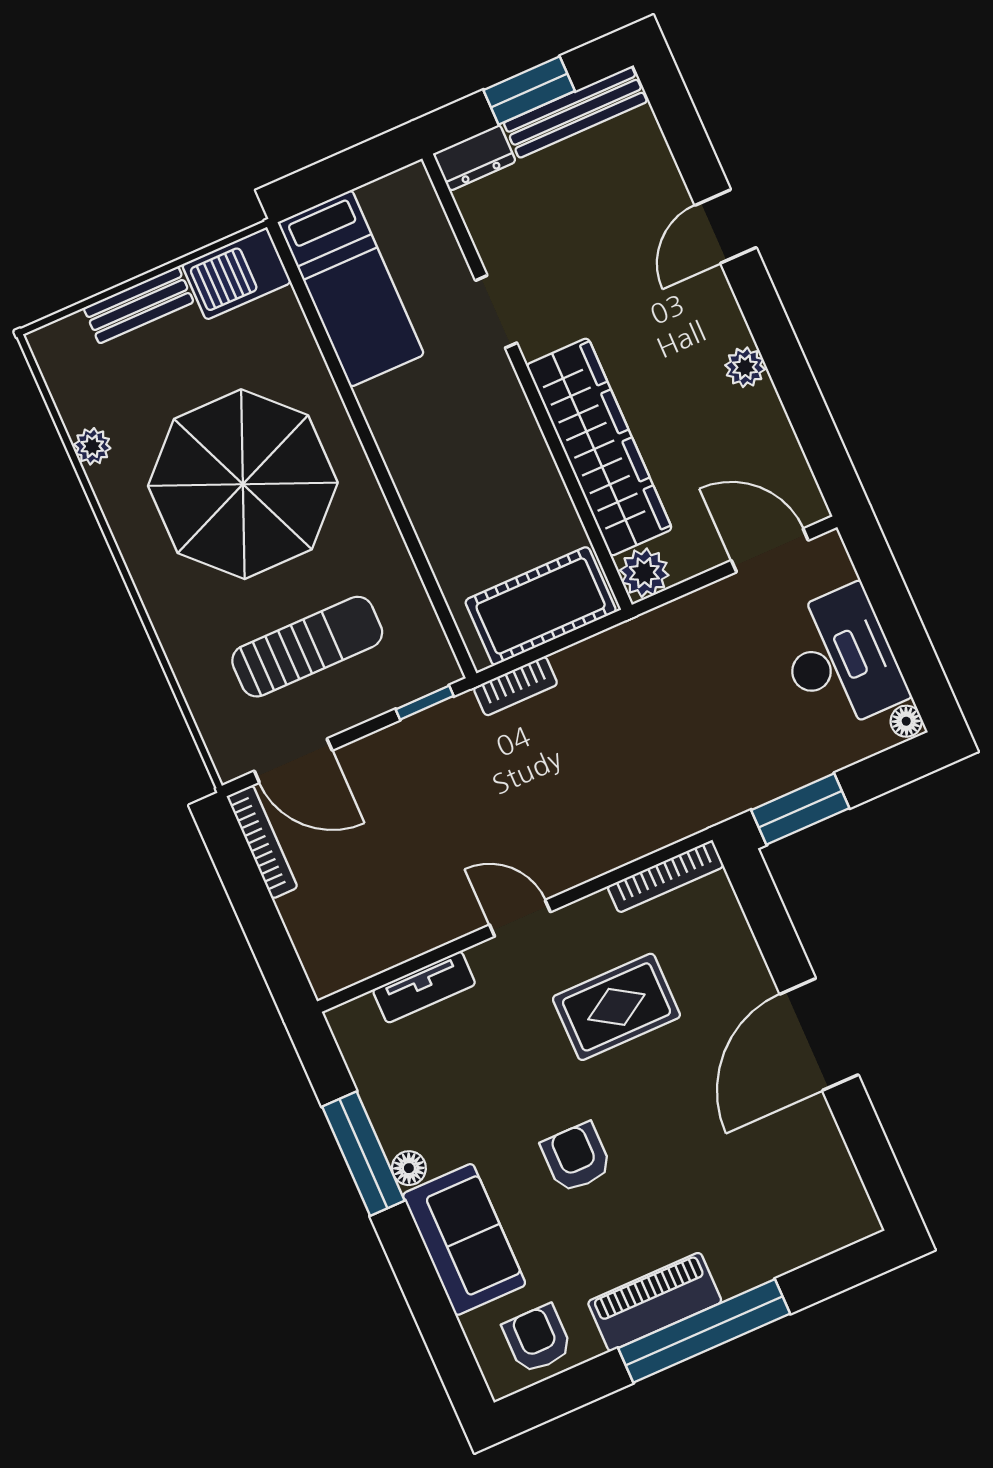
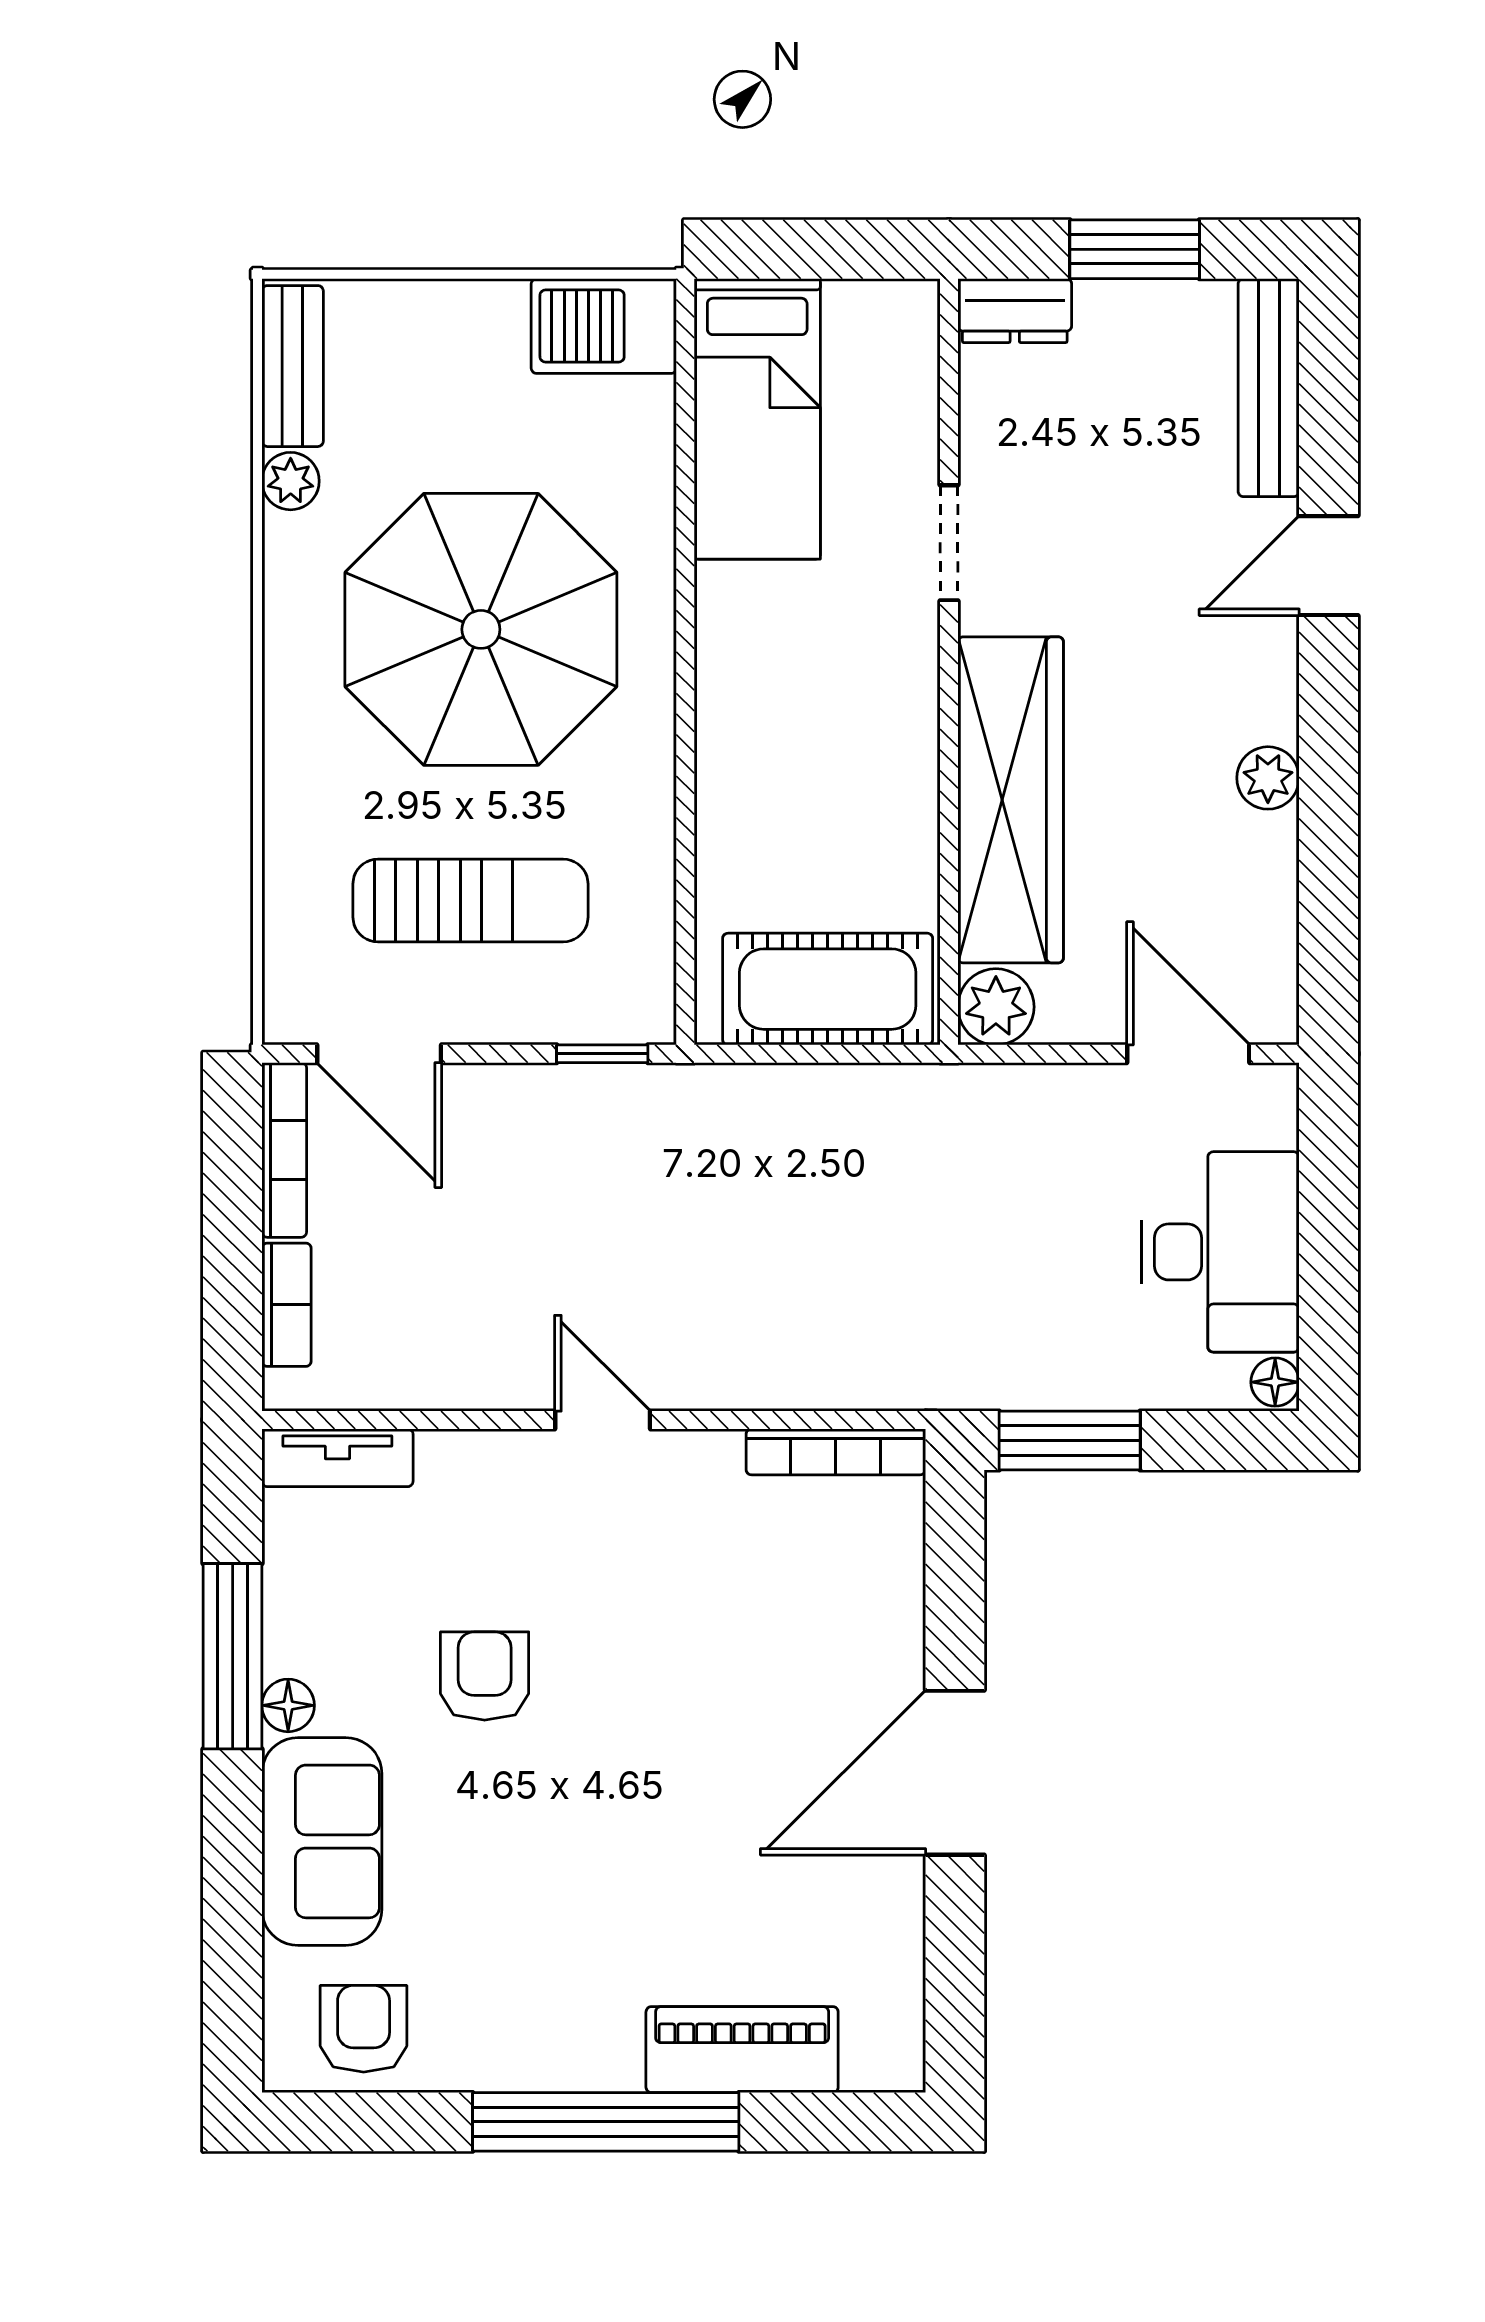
bench: (575, 112) -> (1269, 388), moved, turned 90
bench: (139, 305) -> (293, 366), moved, turned 90
bookcase: (516, 686) -> (286, 1305), moved, turned -90
tv unit: (424, 987) -> (337, 1458), moved
rug: (616, 1007) -> (684, 1606), removed
armchair: (576, 1157) -> (485, 1676), moved
piano: (655, 1302) -> (742, 2050), moved

